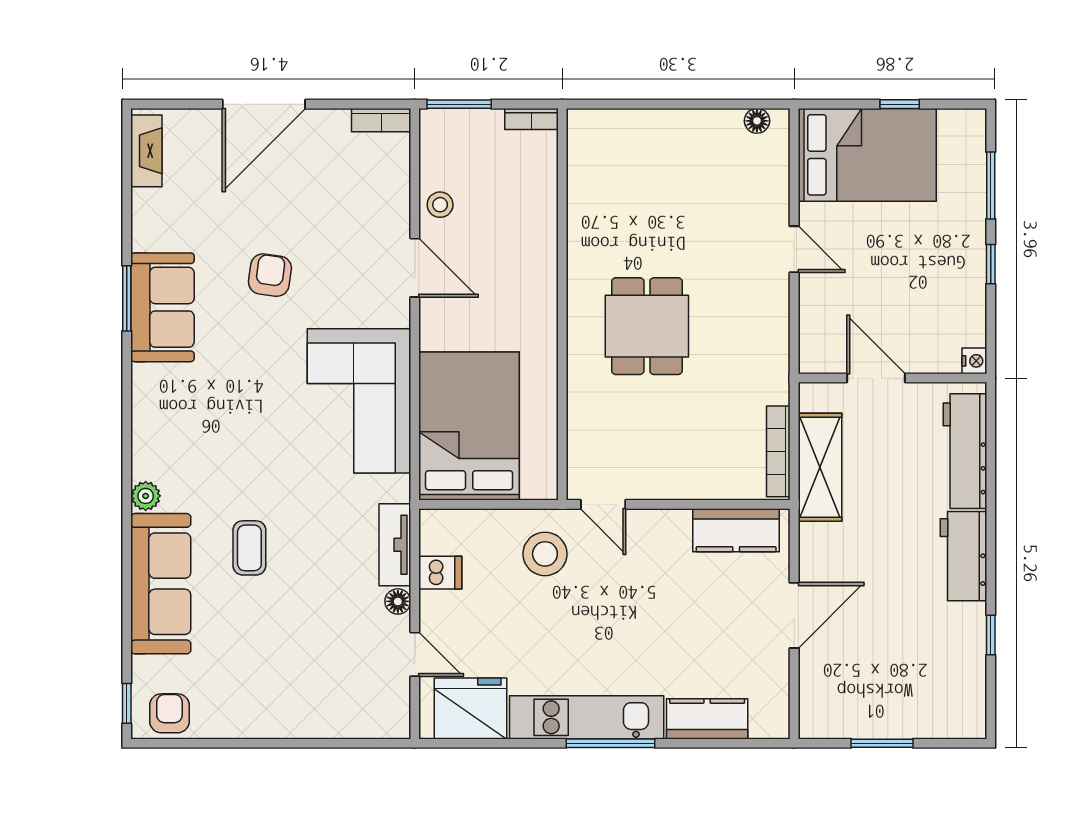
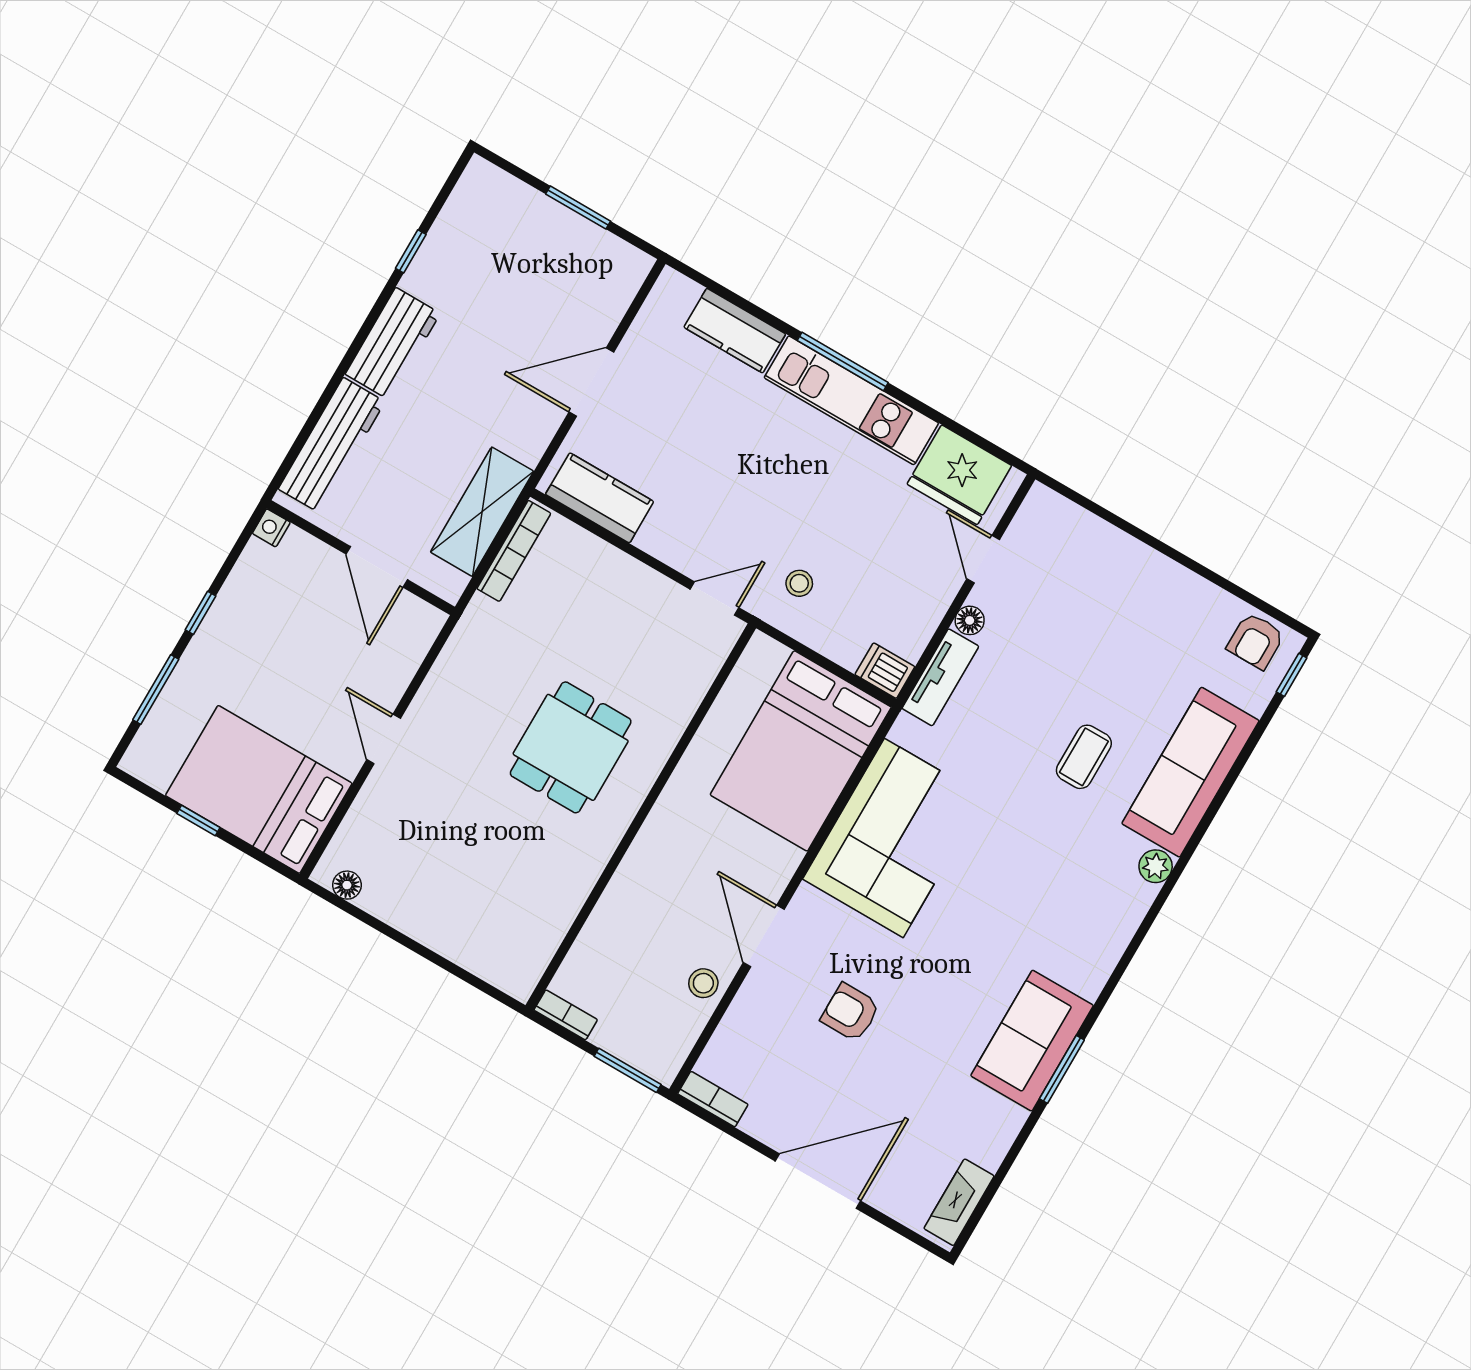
armchair: (270, 275) -> (850, 1012), moved, turned 82
door: (603, 504) -> (714, 598), hinge flipped
stool: (545, 554) -> (799, 583), width x0.53, depth x0.53
dishwasher: (440, 573) -> (885, 671), moved

